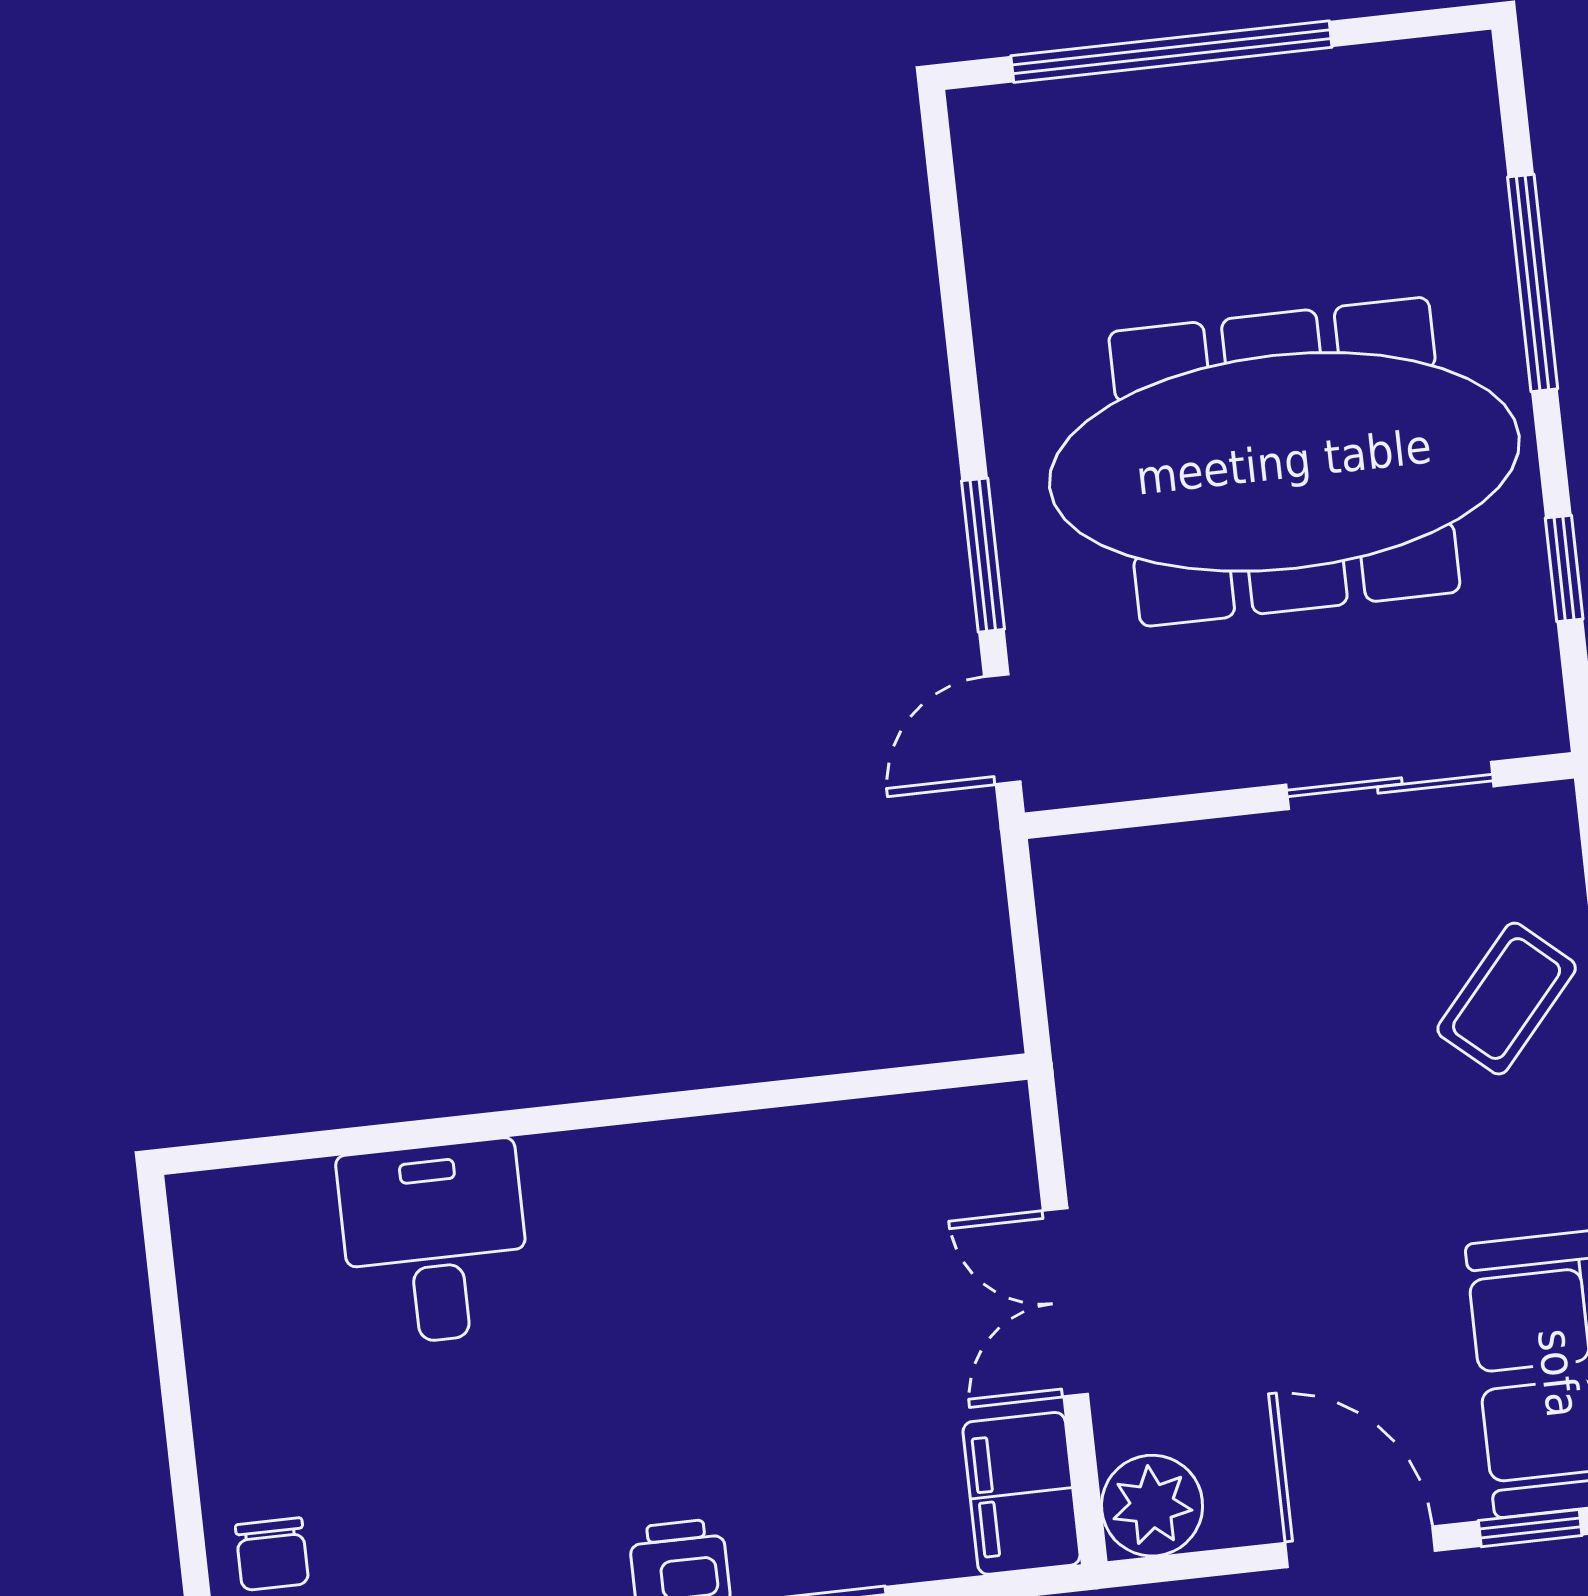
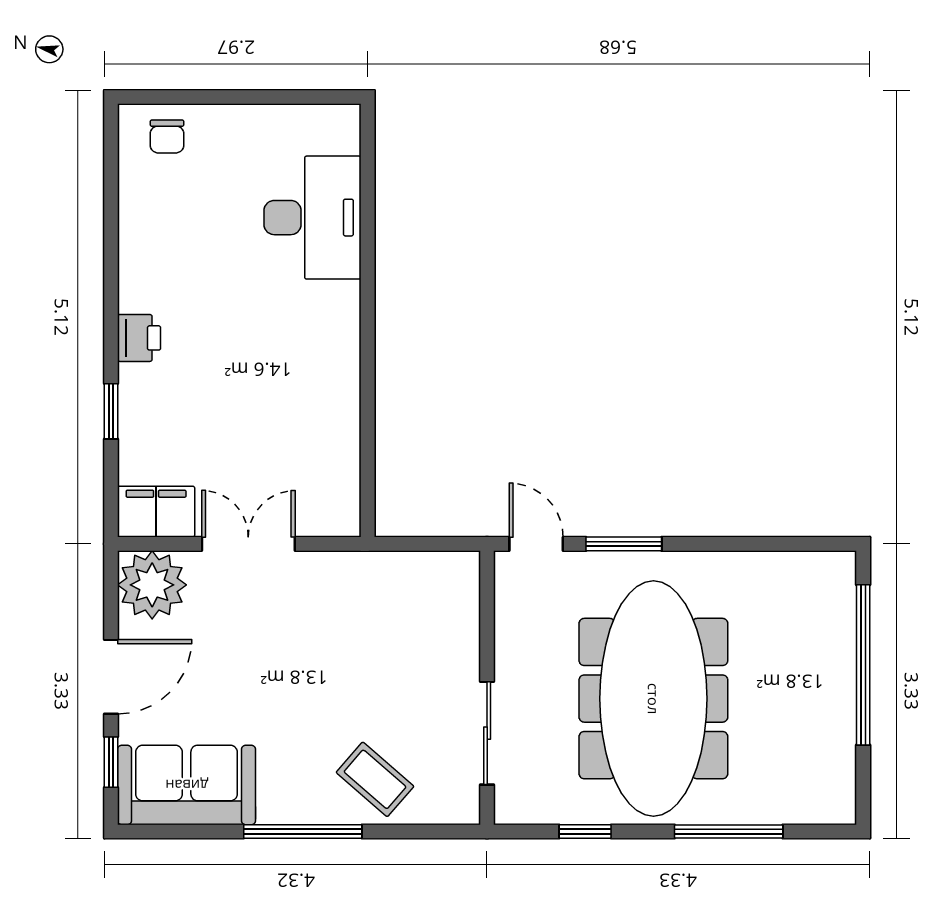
desk: (435, 1243) -> (313, 218), width x1.37
plant: (1152, 1506) -> (152, 585), width x1.36, depth x1.36
chair: (272, 1554) -> (167, 136), turned -90

